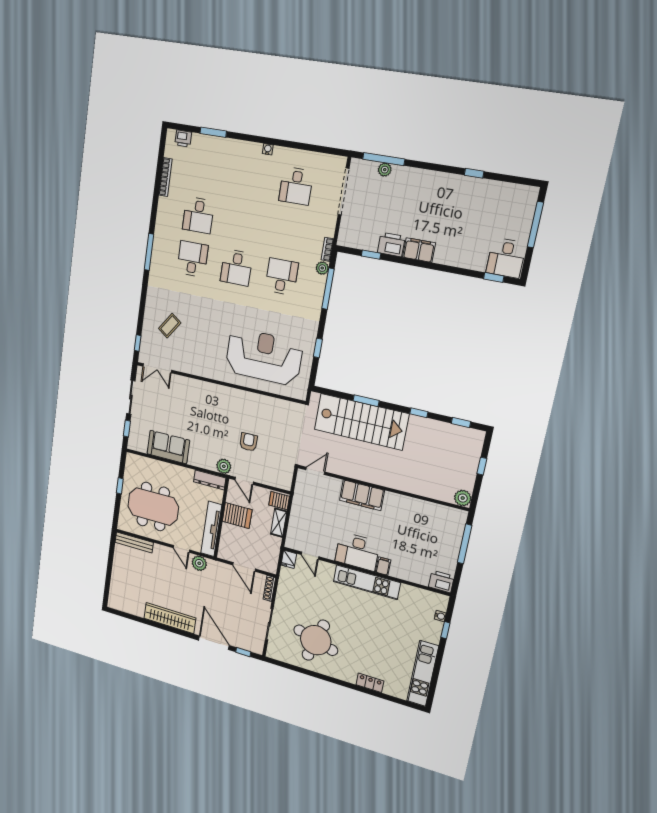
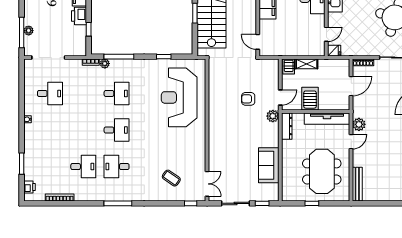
desk: (282, 277) -> (117, 93), turned 180

